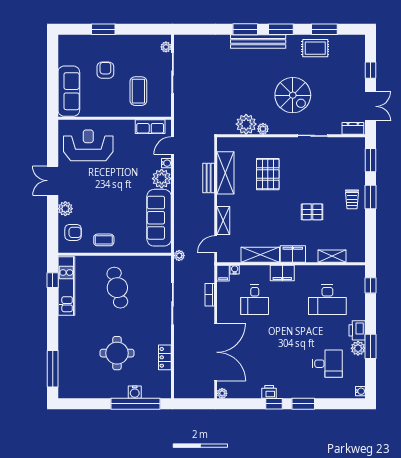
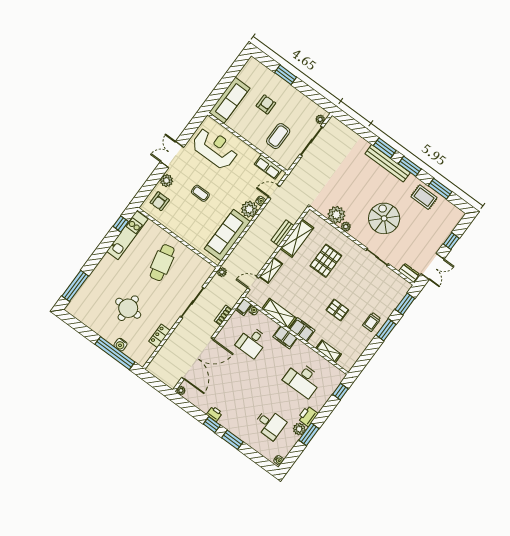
spiral stairs: (293, 95) -> (384, 218), turned 180
armchair: (73, 232) -> (160, 201), turned 90
coffee table: (104, 240) -> (200, 193), moved

